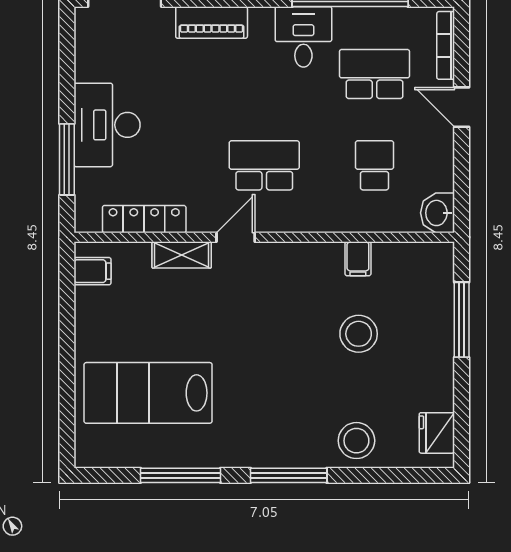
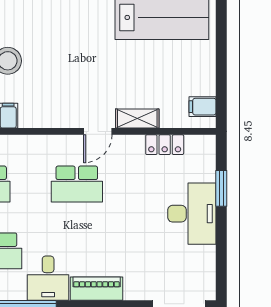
piano: (212, 22) -> (97, 289), moved
window: (67, 159) -> (221, 188), width x0.69
locker: (144, 219) -> (165, 145), width x0.66

